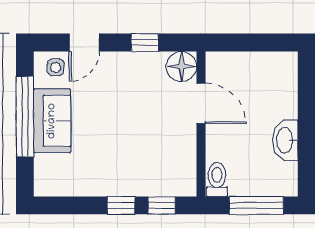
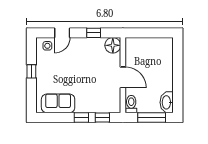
door: (201, 103) -> (123, 77), moved
window: (25, 117) -> (31, 71), width x0.32
sofa: (52, 121) -> (58, 103), moved, turned -90
washbasin: (285, 140) -> (167, 102), moved

